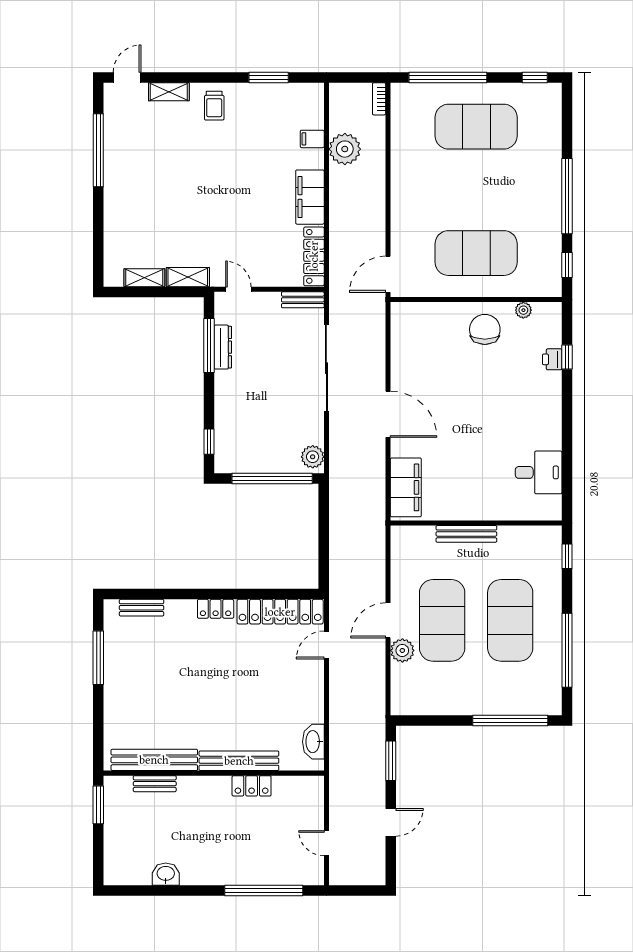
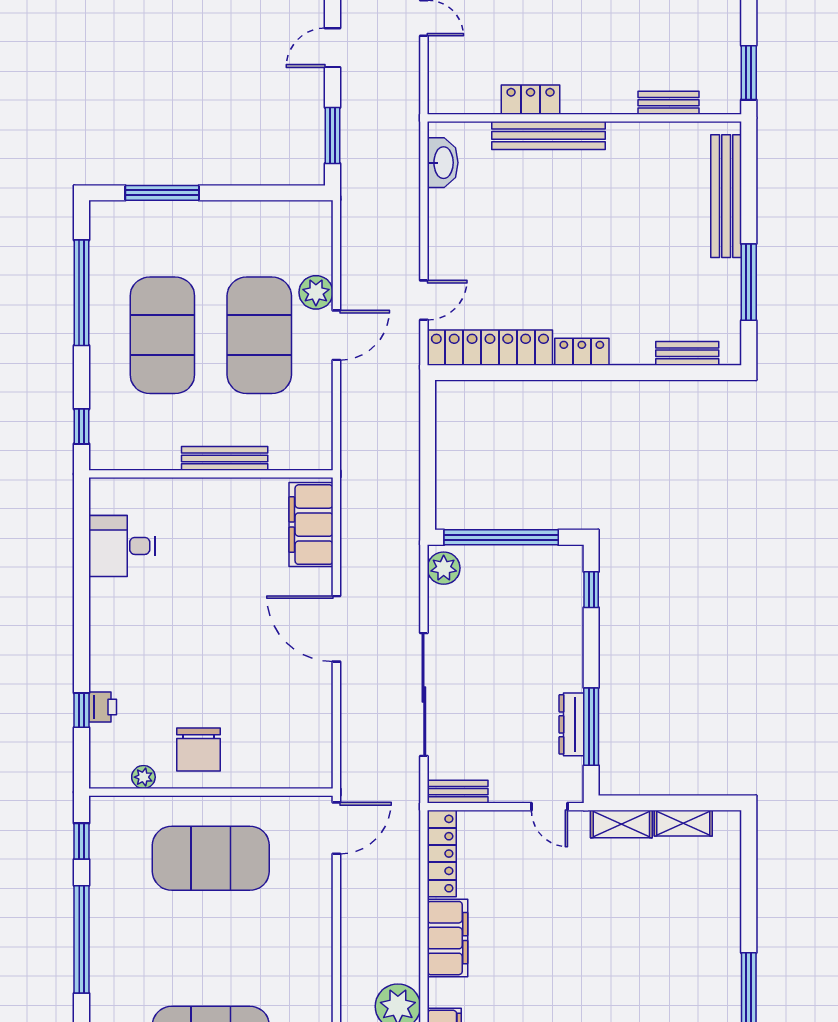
window: (510, 720) -> (162, 193), width x0.68
bench: (154, 760) -> (726, 196), moved, turned 90

